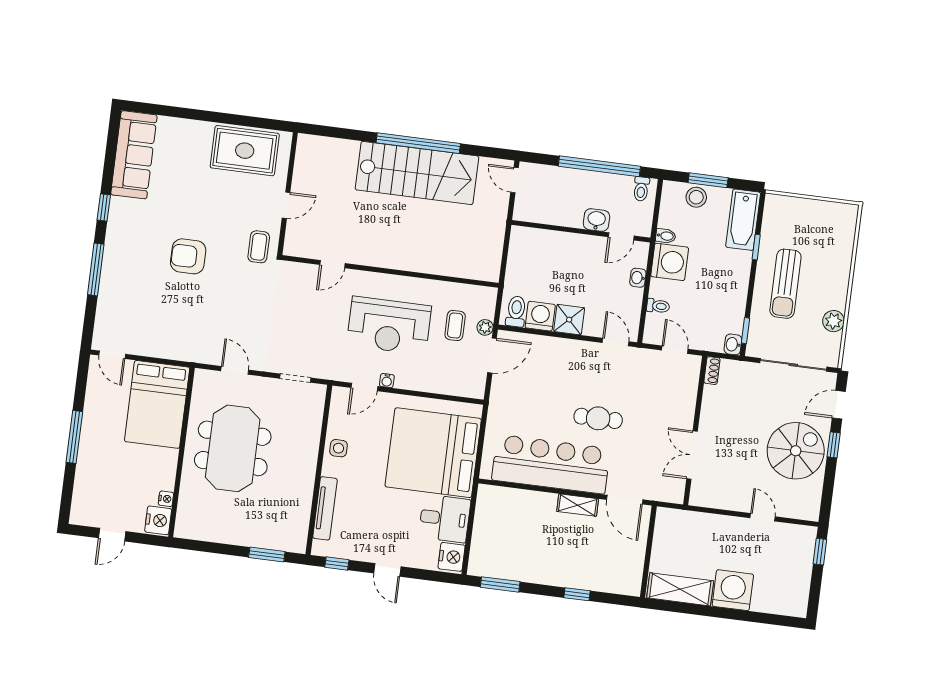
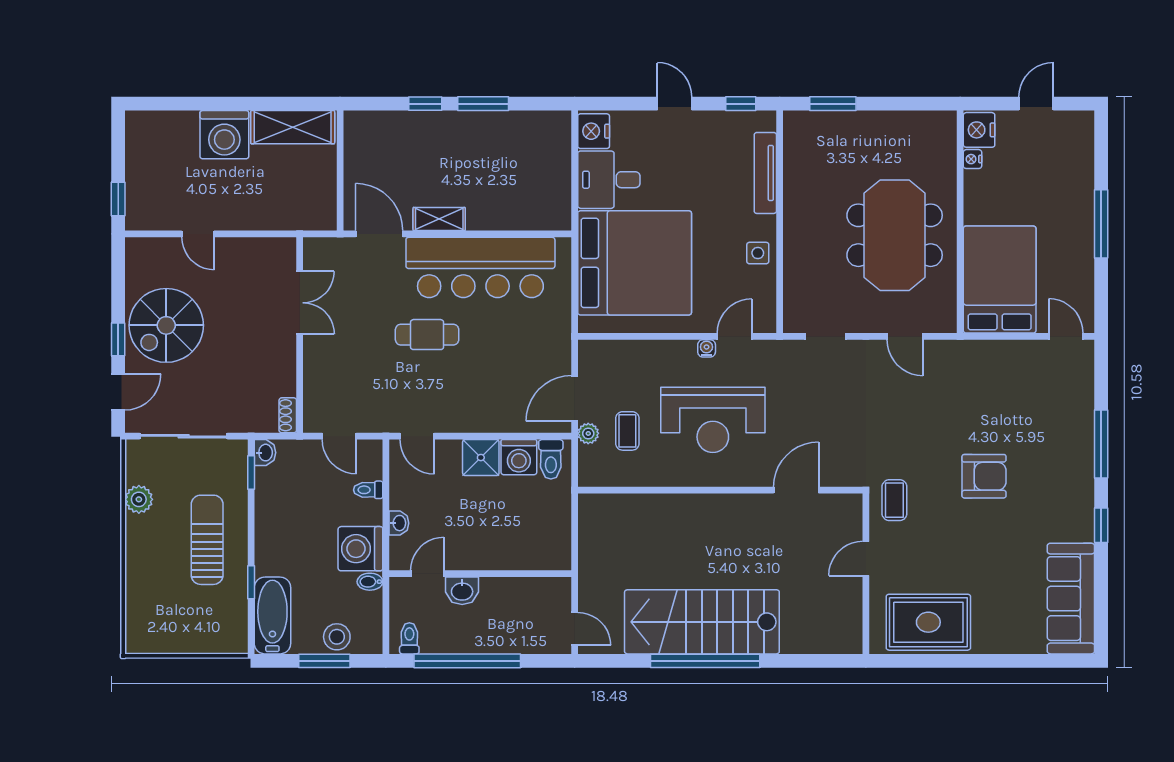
door: (332, 264) -> (796, 490), width x1.38
reception desk: (389, 326) -> (713, 420), turned 180
window: (500, 584) -> (483, 104), moved

